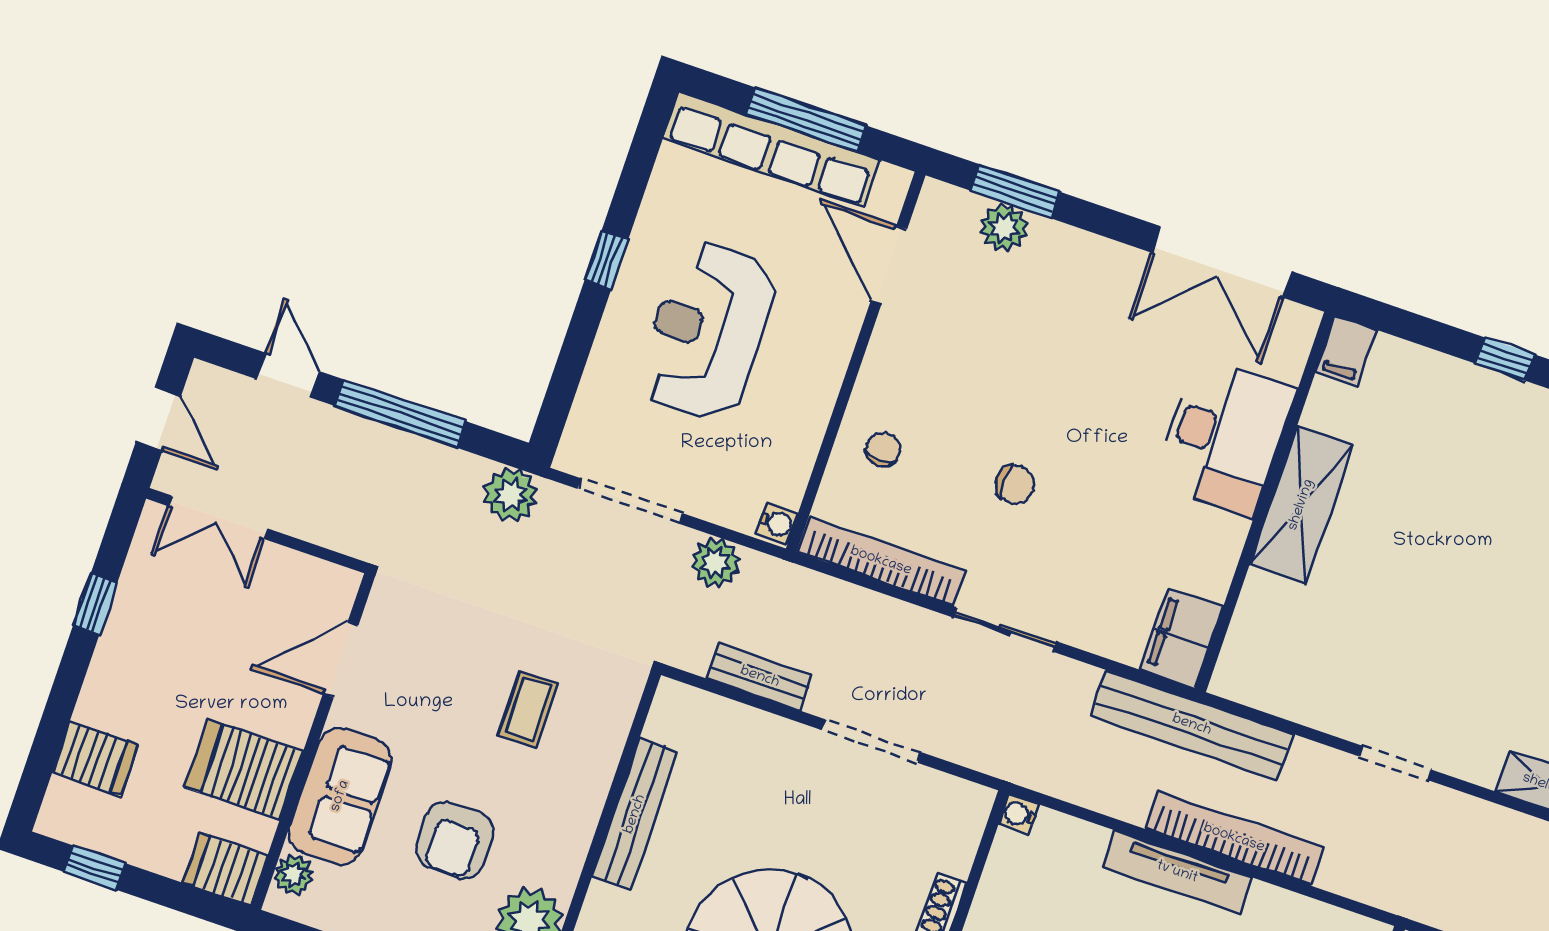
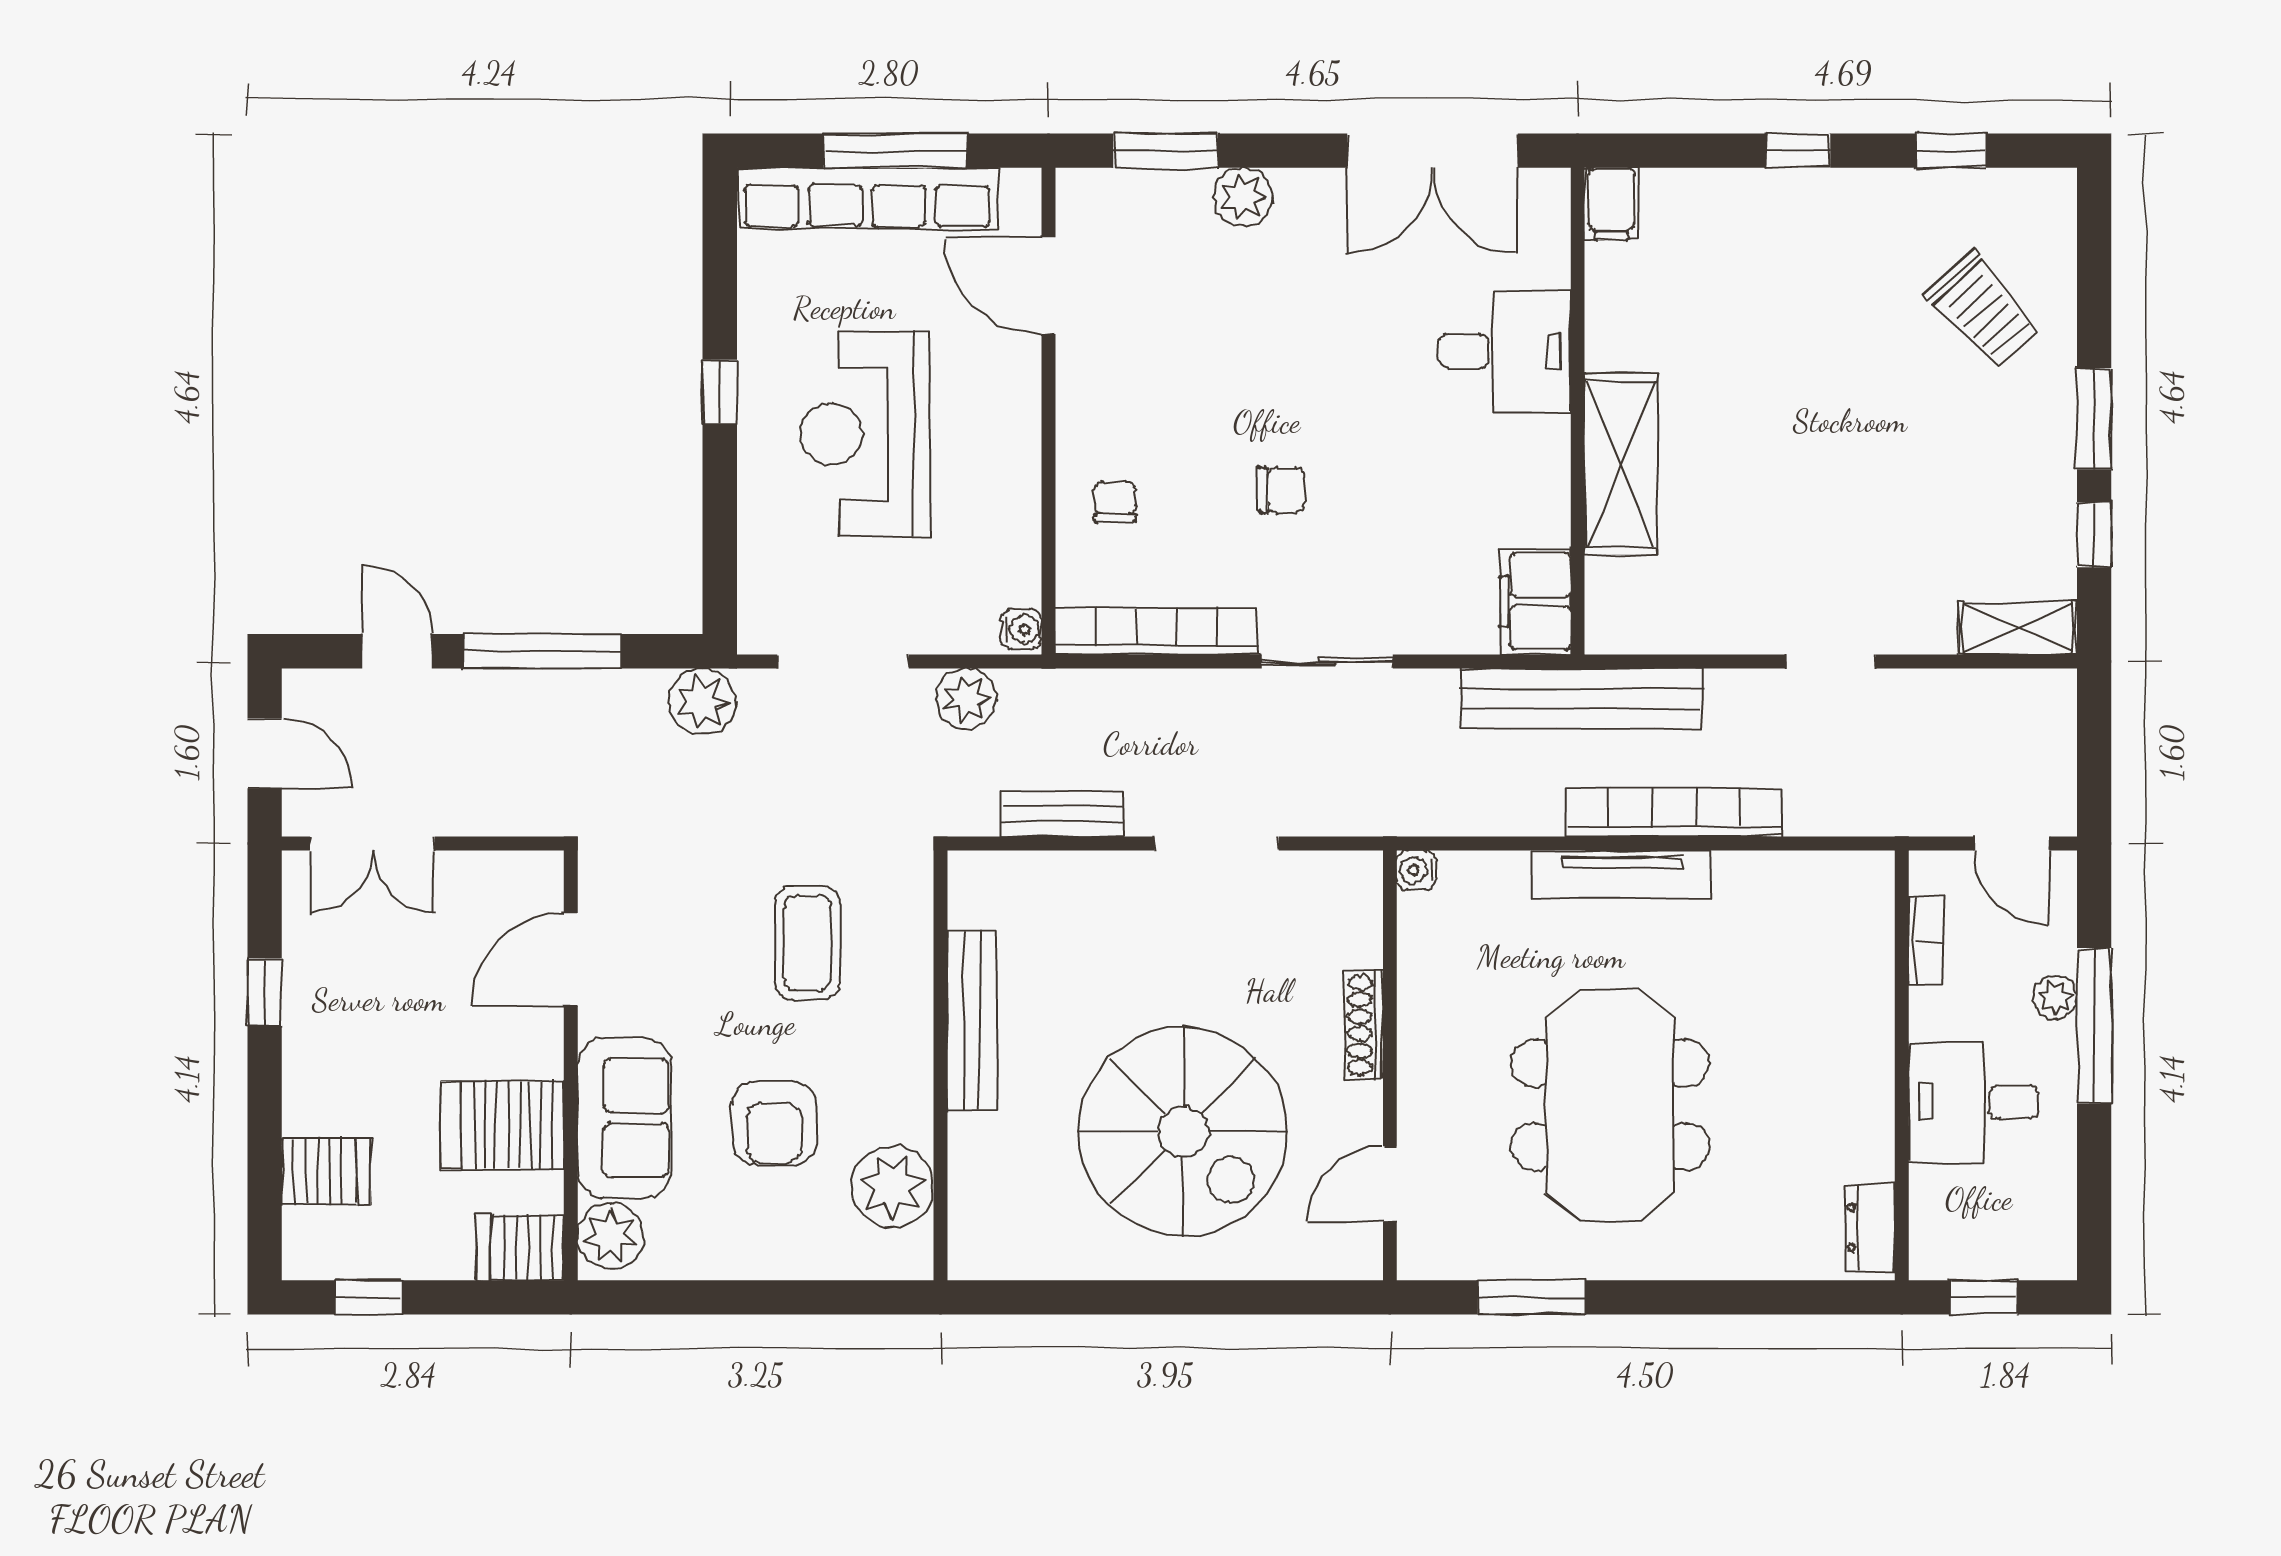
plant: (1004, 228) -> (1243, 197), moved
desk: (1224, 436) -> (1505, 351), width x0.73
shelving: (1301, 505) -> (1621, 464), moved
coffee table: (528, 709) -> (808, 943), width x1.36, depth x1.30
plant: (294, 875) -> (611, 1236), width x1.38, depth x1.38

